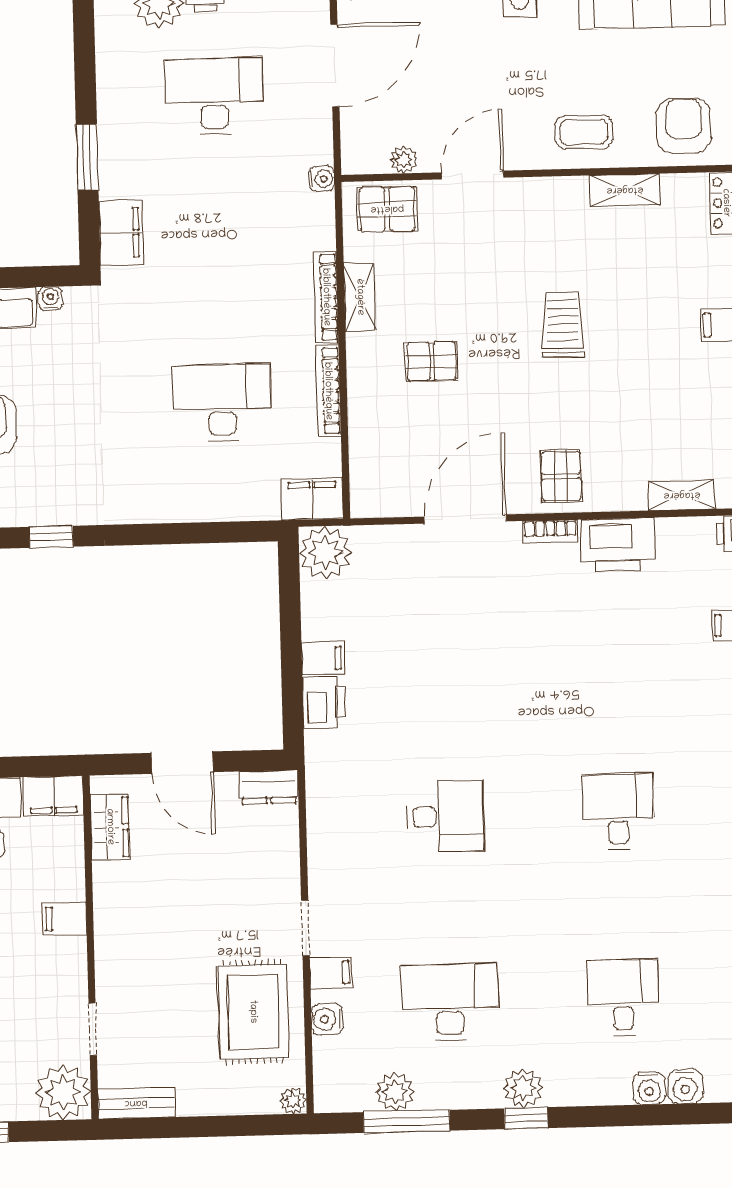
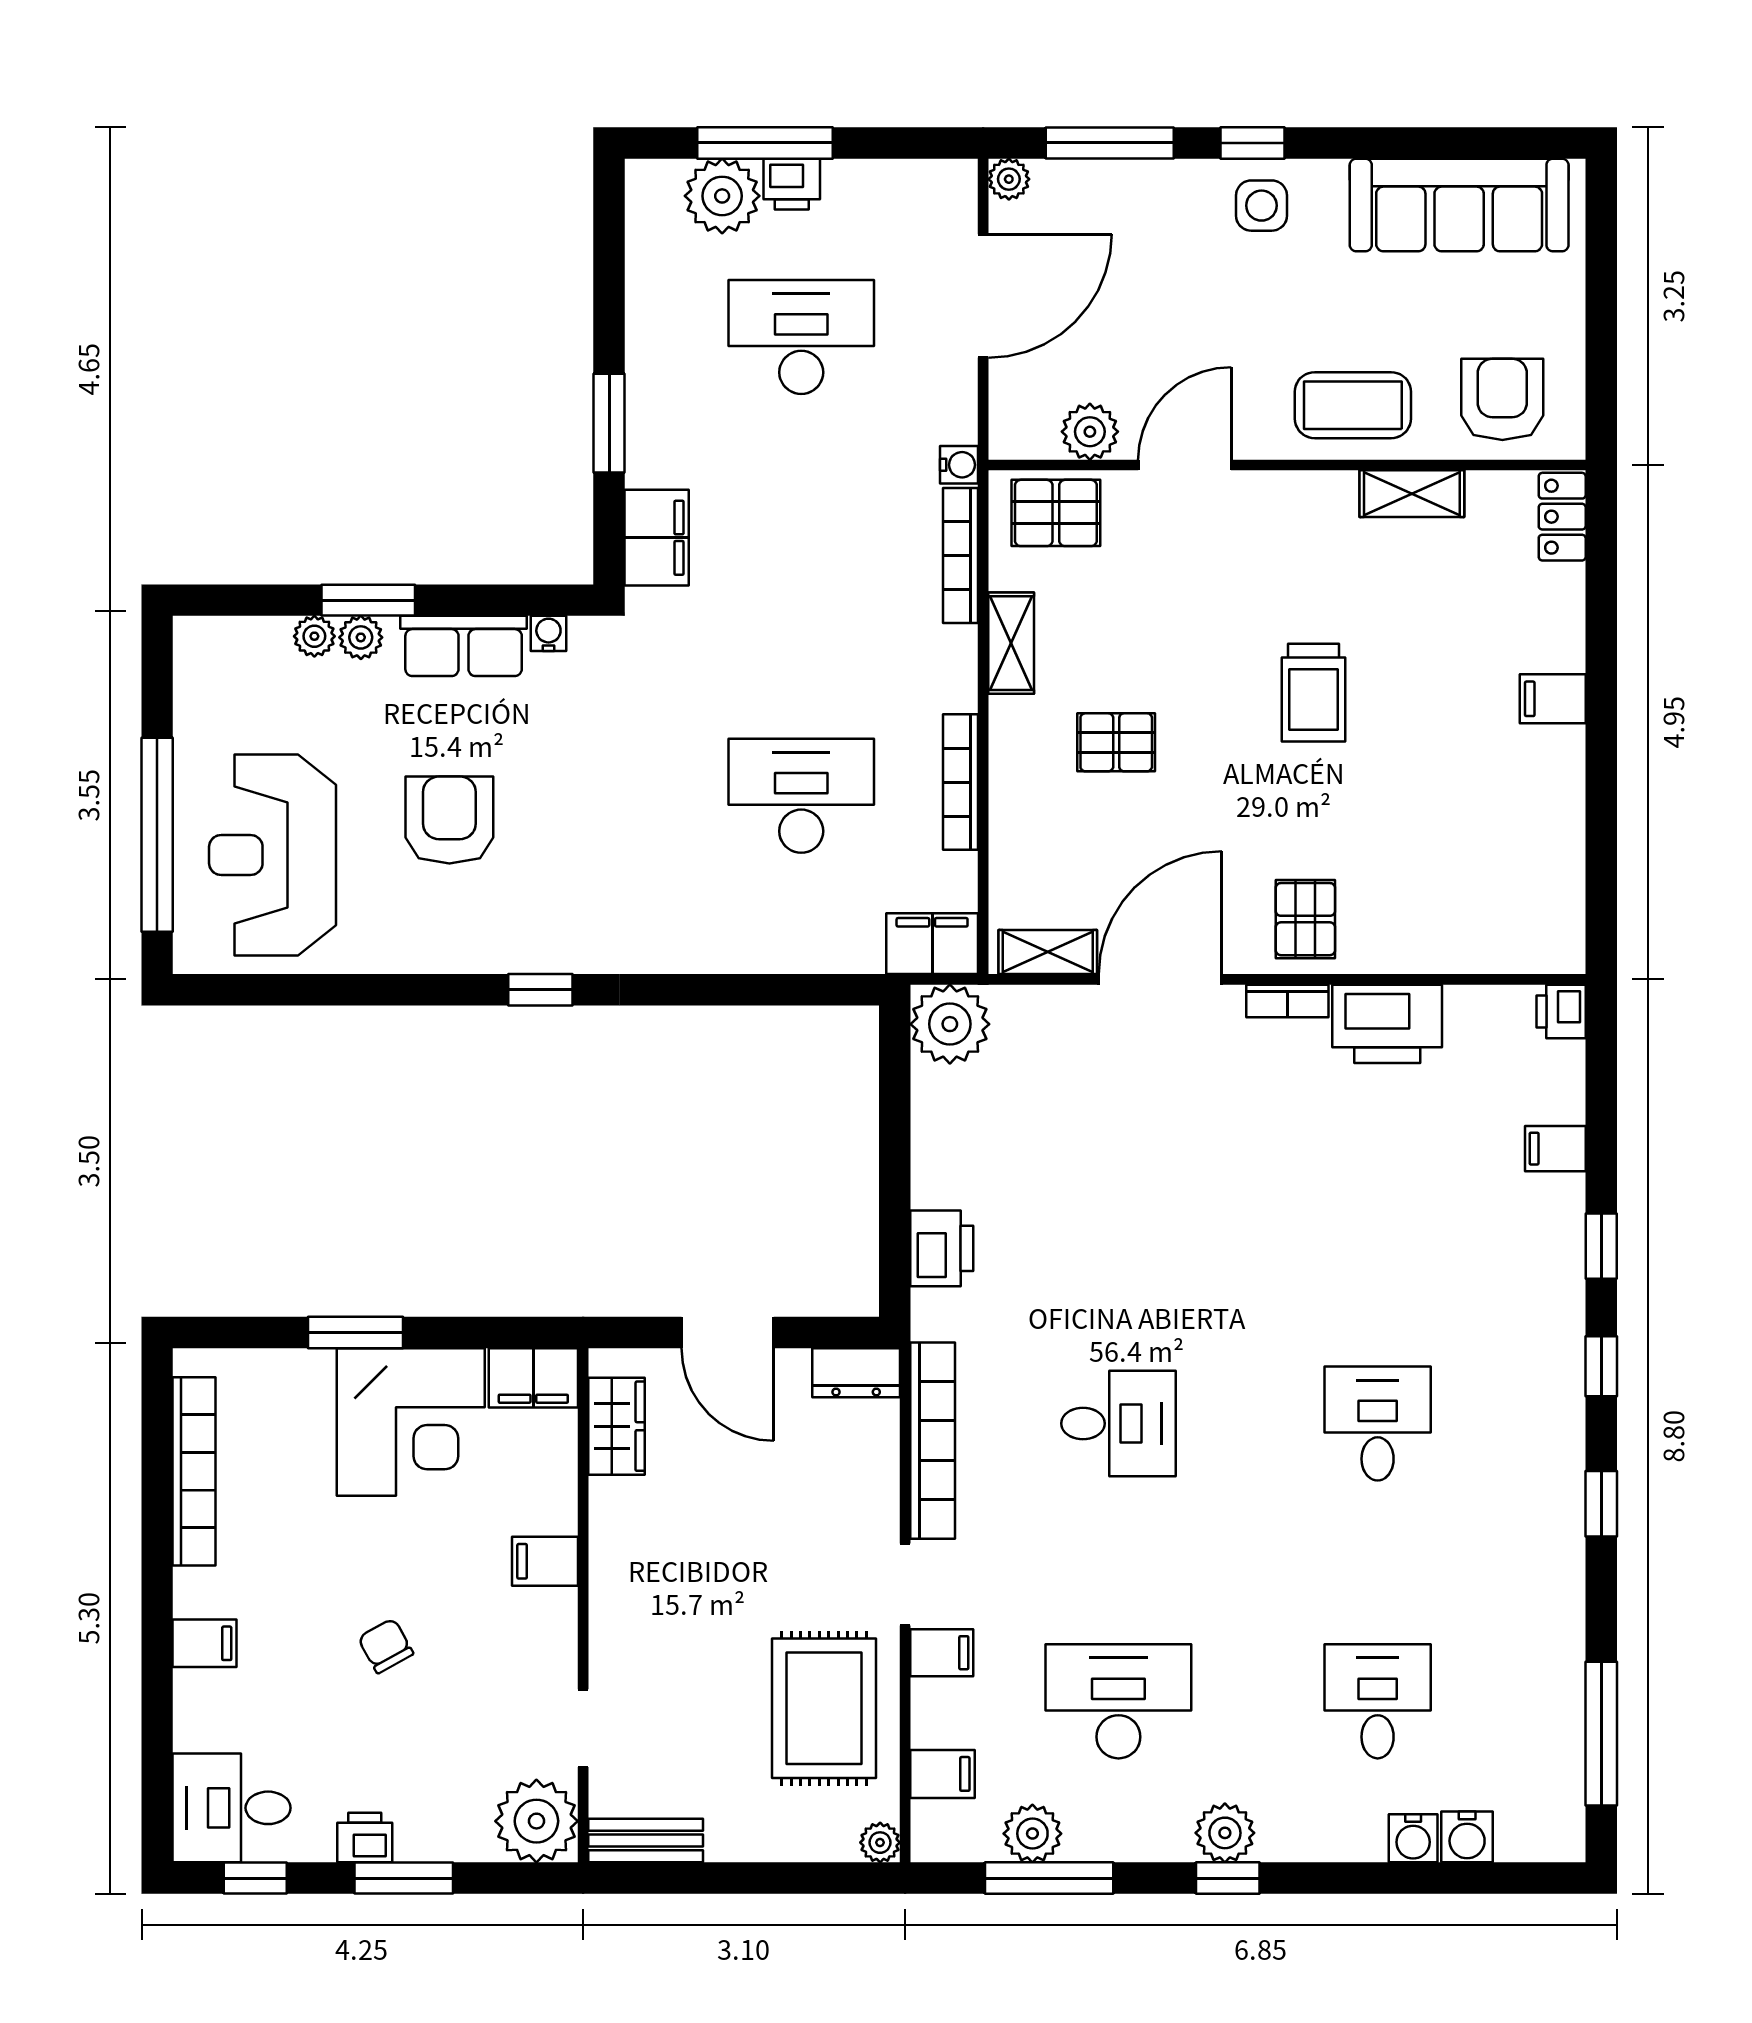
coffee table: (584, 132) -> (1353, 405), width x1.36, depth x1.30
plant: (404, 160) -> (1090, 432), width x1.38, depth x1.38
bookcase: (326, 297) -> (961, 555), moved
trolley: (563, 325) -> (1313, 693), turned 180
shelving: (682, 495) -> (1048, 952), moved
filing cabinet: (323, 658) -> (942, 1774), moved
bookcase: (321, 831) -> (933, 1441), added
water cooler: (327, 1019) -> (934, 1722), removed

